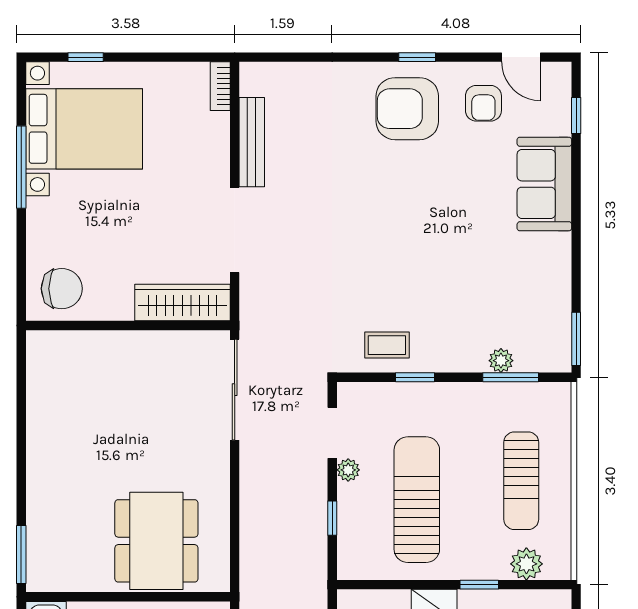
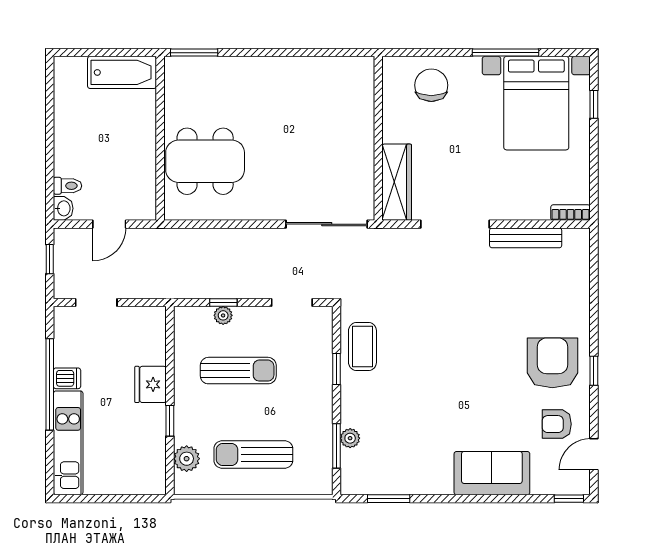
window: (576, 116) -> (569, 499), moved
chair: (62, 289) -> (431, 85), moved, turned 180
window: (576, 339) -> (389, 499), moved
coffee table: (387, 345) -> (362, 347), width x1.36, depth x1.30
plant: (348, 470) -> (223, 315), moved
sun lounger: (417, 500) -> (238, 371), width x0.73, depth x0.75

